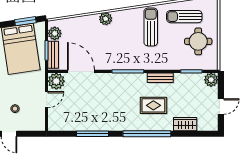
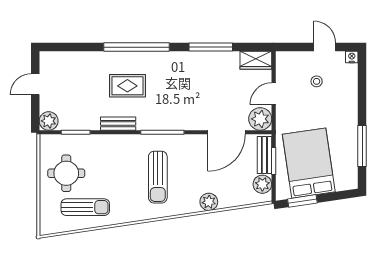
plant: (106, 19) -> (209, 202), moved
sun lounger: (151, 27) -> (158, 177), moved
door: (81, 71) -> (227, 132), hinge flipped
wardrobe: (185, 124) -> (256, 60), moved

